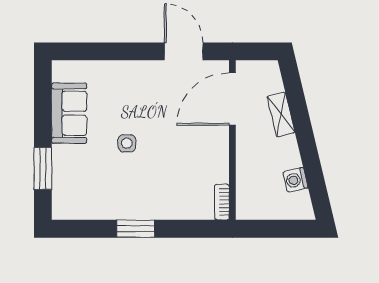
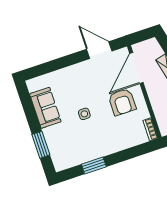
armchair: (192, 144) -> (122, 102), added
window: (136, 229) -> (94, 165), moved

